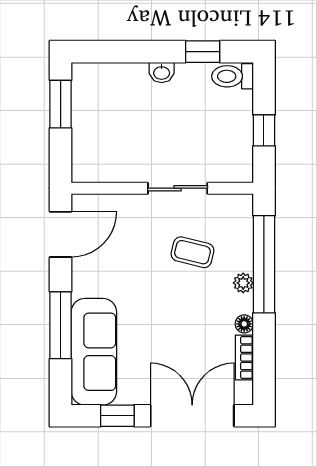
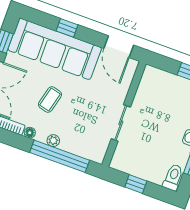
coffee table: (193, 252) -> (50, 100), moved
window: (61, 325) -> (67, 28), width x0.46
sofa: (94, 352) -> (55, 49), width x1.36, depth x1.27

